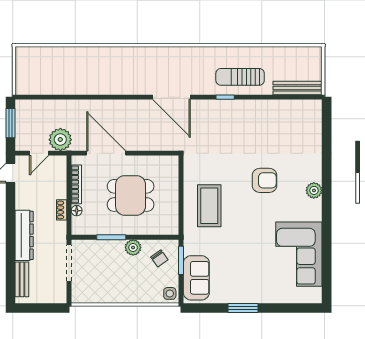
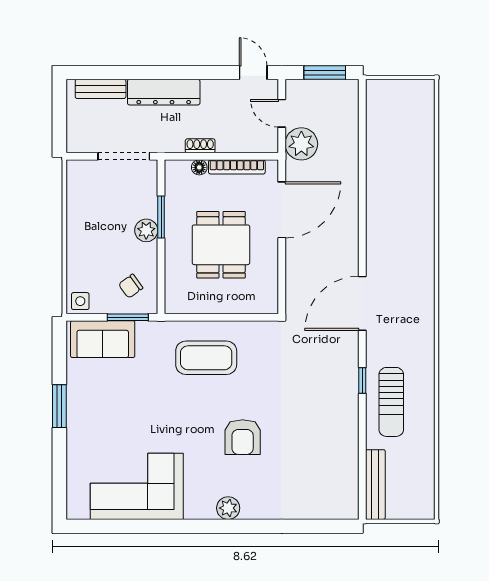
sun lounger: (240, 77) -> (391, 402), turned 180
plant: (133, 248) -> (146, 230), moved

